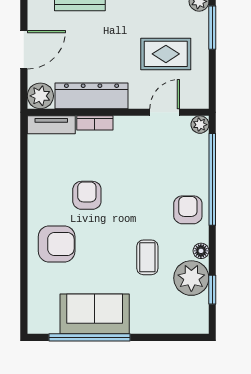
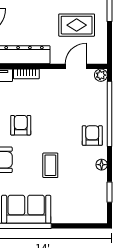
coffee table: (147, 257) -> (50, 165), moved
plant: (191, 278) -> (95, 184), removed

